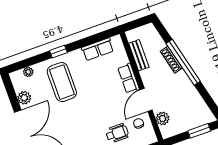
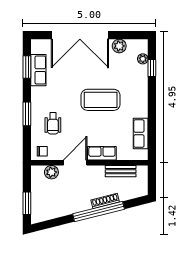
window: (58, 52) -> (152, 68), moved
coffee table: (62, 82) -> (101, 100), moved
door: (146, 100) -> (75, 163), hinge flipped
chair: (139, 123) -> (42, 151), moved

